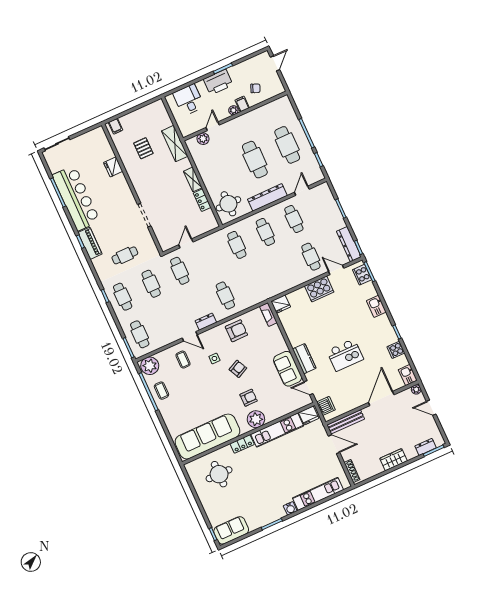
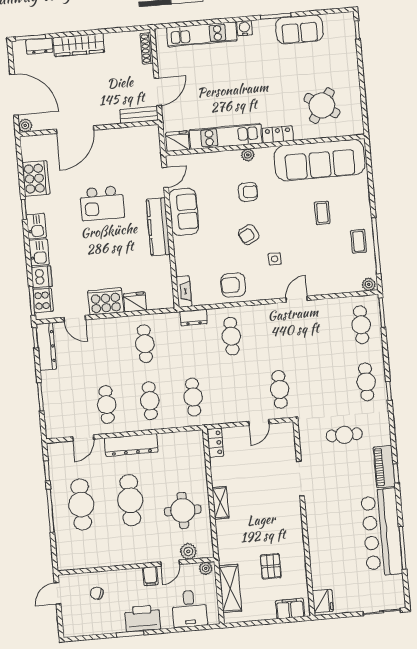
door: (275, 63) -> (58, 593), moved
filing cabinet: (242, 104) -> (150, 576), moved
plant: (233, 110) -> (206, 568), moved
filing cabinet: (115, 126) -> (290, 609), width x2.00
shelving: (175, 144) -> (230, 589), moved
fridge: (113, 167) -> (323, 601), moved
locker: (202, 200) -> (215, 443), moved
round table: (228, 204) -> (183, 510), moved
cafe table: (311, 257) -> (145, 344), moved
cafe table: (151, 284) -> (323, 386), removed
fridge: (281, 304) -> (135, 302), moved
dresser: (206, 322) -> (193, 318), moved
door: (190, 336) -> (297, 299), hinge flipped
cooker: (396, 350) -> (36, 178), width x1.87, depth x1.31
kitchen island: (345, 355) -> (102, 203), turned 180
kitchen counter: (304, 359) -> (158, 227), width x1.50
coffee table: (183, 360) -> (322, 213), moved
plant: (150, 366) -> (369, 284), width x0.53, depth x0.53
kitchen sink: (408, 375) -> (36, 226), moved
door: (308, 388) -> (165, 177), hinge flipped
armchair: (249, 398) -> (248, 192), turned 180
dishwasher: (326, 406) -> (42, 277), moved, turned 180
door: (431, 408) -> (14, 95), width x1.88
plant: (256, 419) -> (248, 155), width x0.53, depth x0.53
bench: (346, 422) -> (139, 115), width x0.73
door: (334, 444) -> (158, 92), swing flipped
wardrobe: (393, 460) -> (79, 45), width x1.50
round table: (219, 474) -> (322, 106), turned 34
sofa: (231, 530) -> (299, 29), moved

